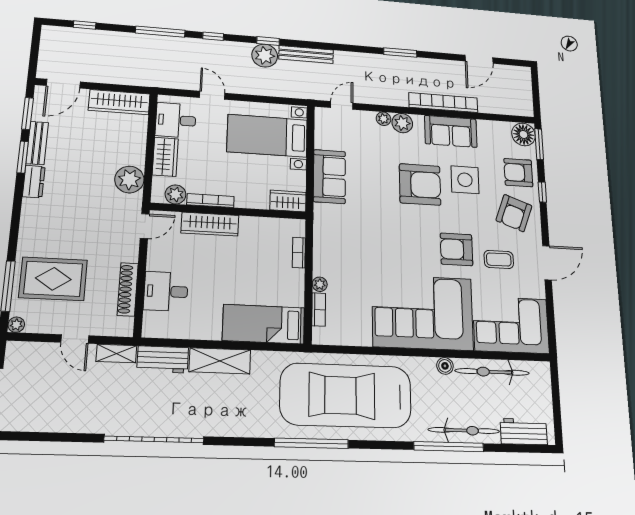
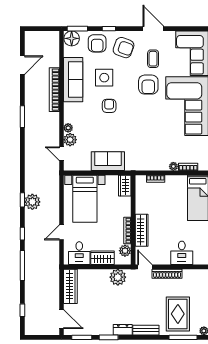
bench: (306, 54) -> (29, 176), removed
door: (479, 59) -> (22, 65), hinge flipped
plant: (402, 123) -> (70, 140), moved
sofa: (451, 131) -> (73, 80), width x1.36
bench: (37, 143) -> (146, 330), moved
armchair: (420, 184) -> (109, 106), width x0.53, depth x0.53
shoe rack: (128, 289) -> (167, 274), moved

